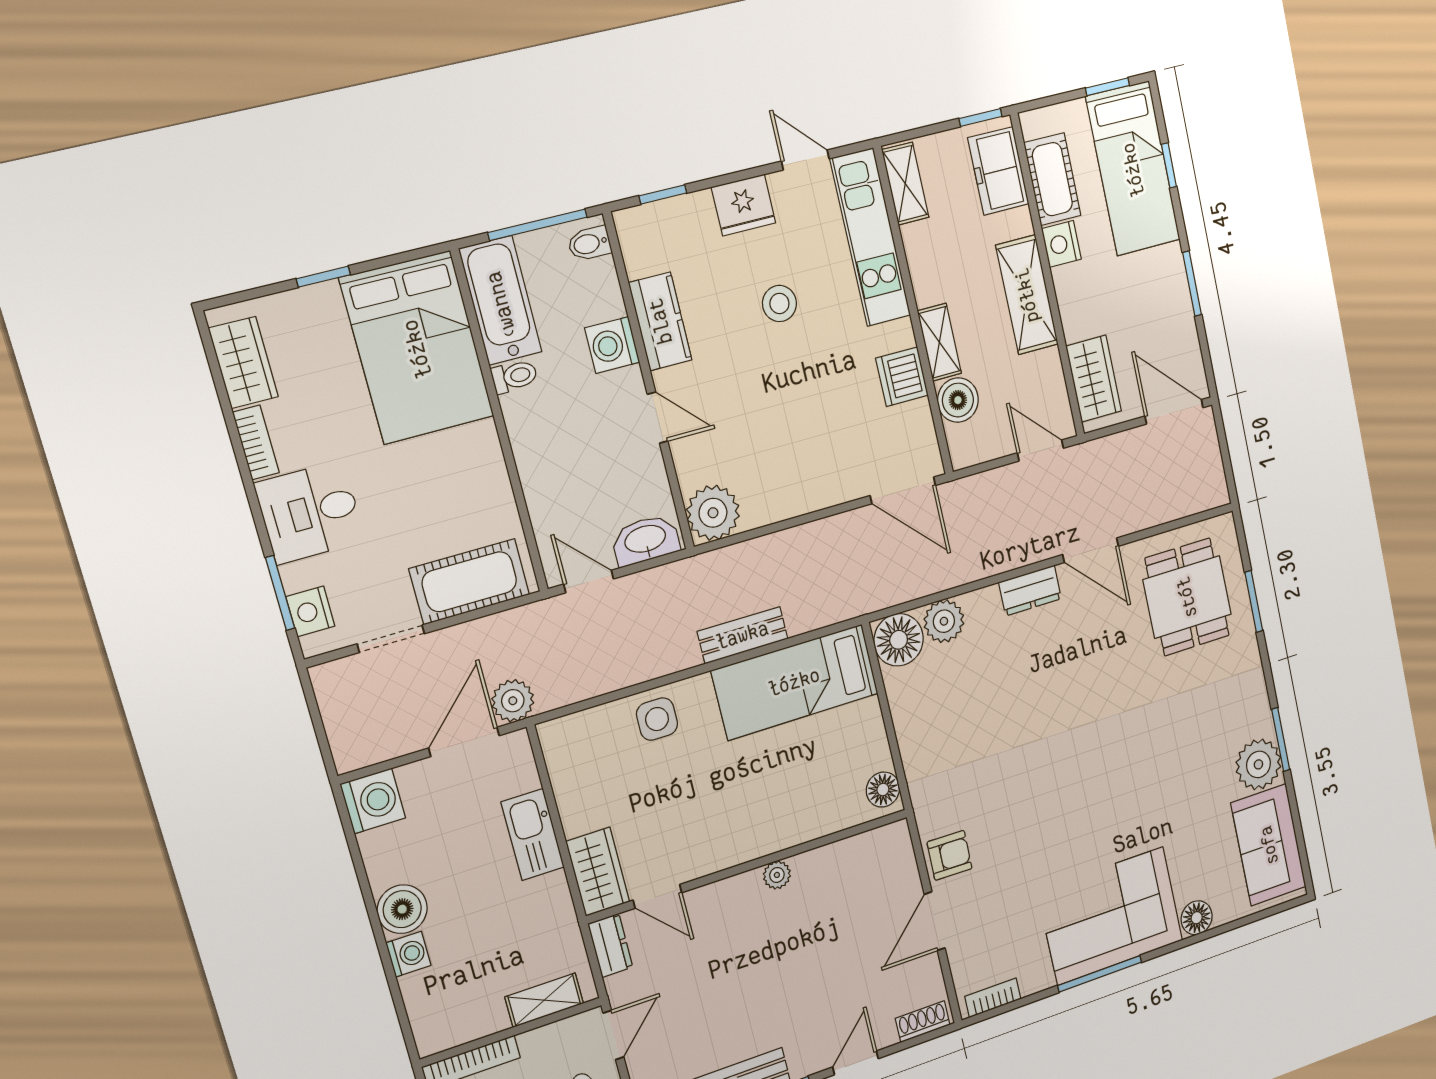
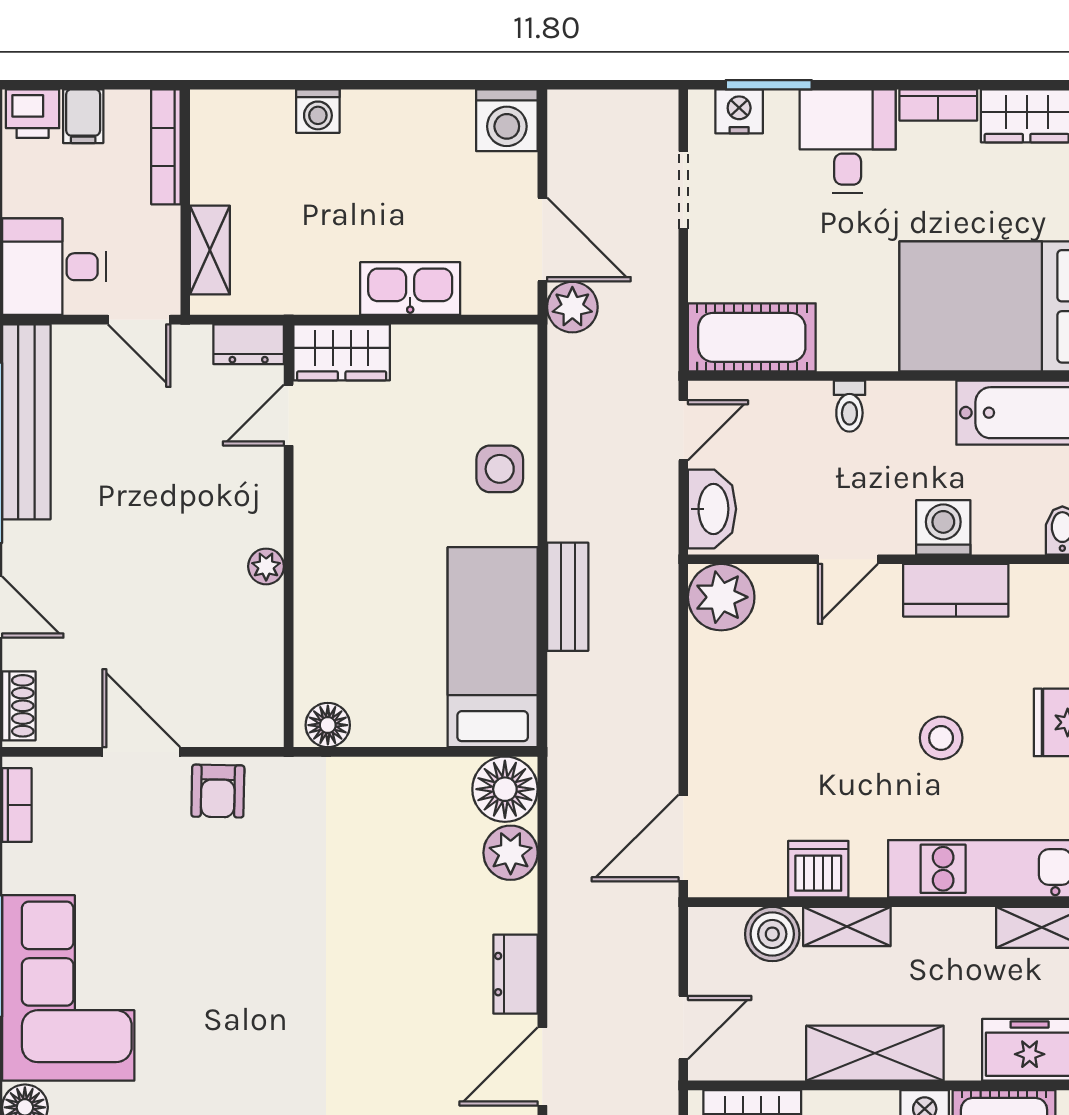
toilet: (514, 376) -> (849, 406), moved
cot: (469, 582) -> (752, 337), moved, turned 90
boiler: (402, 909) -> (372, 118), removed

